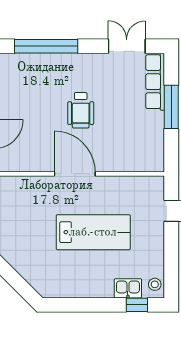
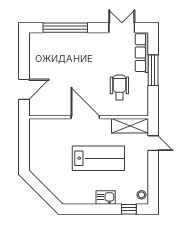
wheelchair: (81, 110) -> (119, 87), moved, turned 180
shelving: (138, 186) -> (130, 126), added
kitchen sink: (128, 288) -> (106, 198), moved

